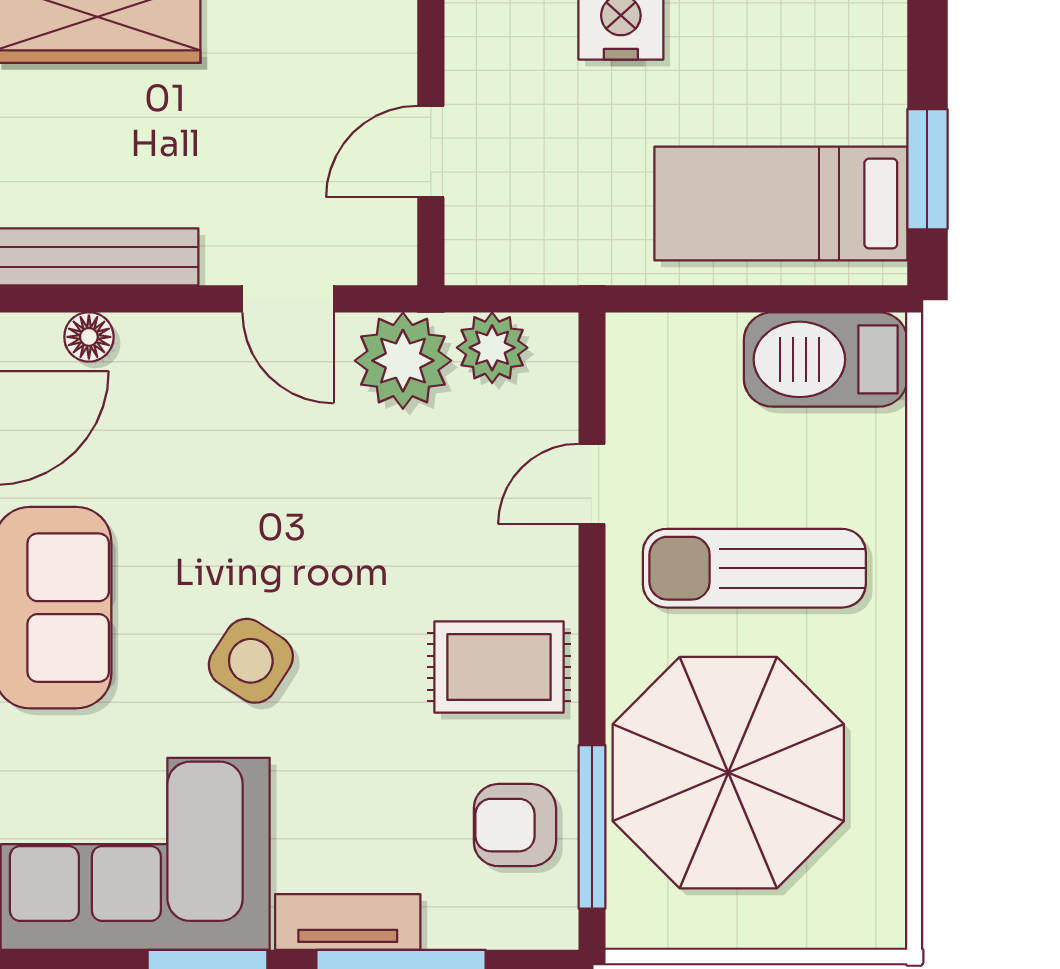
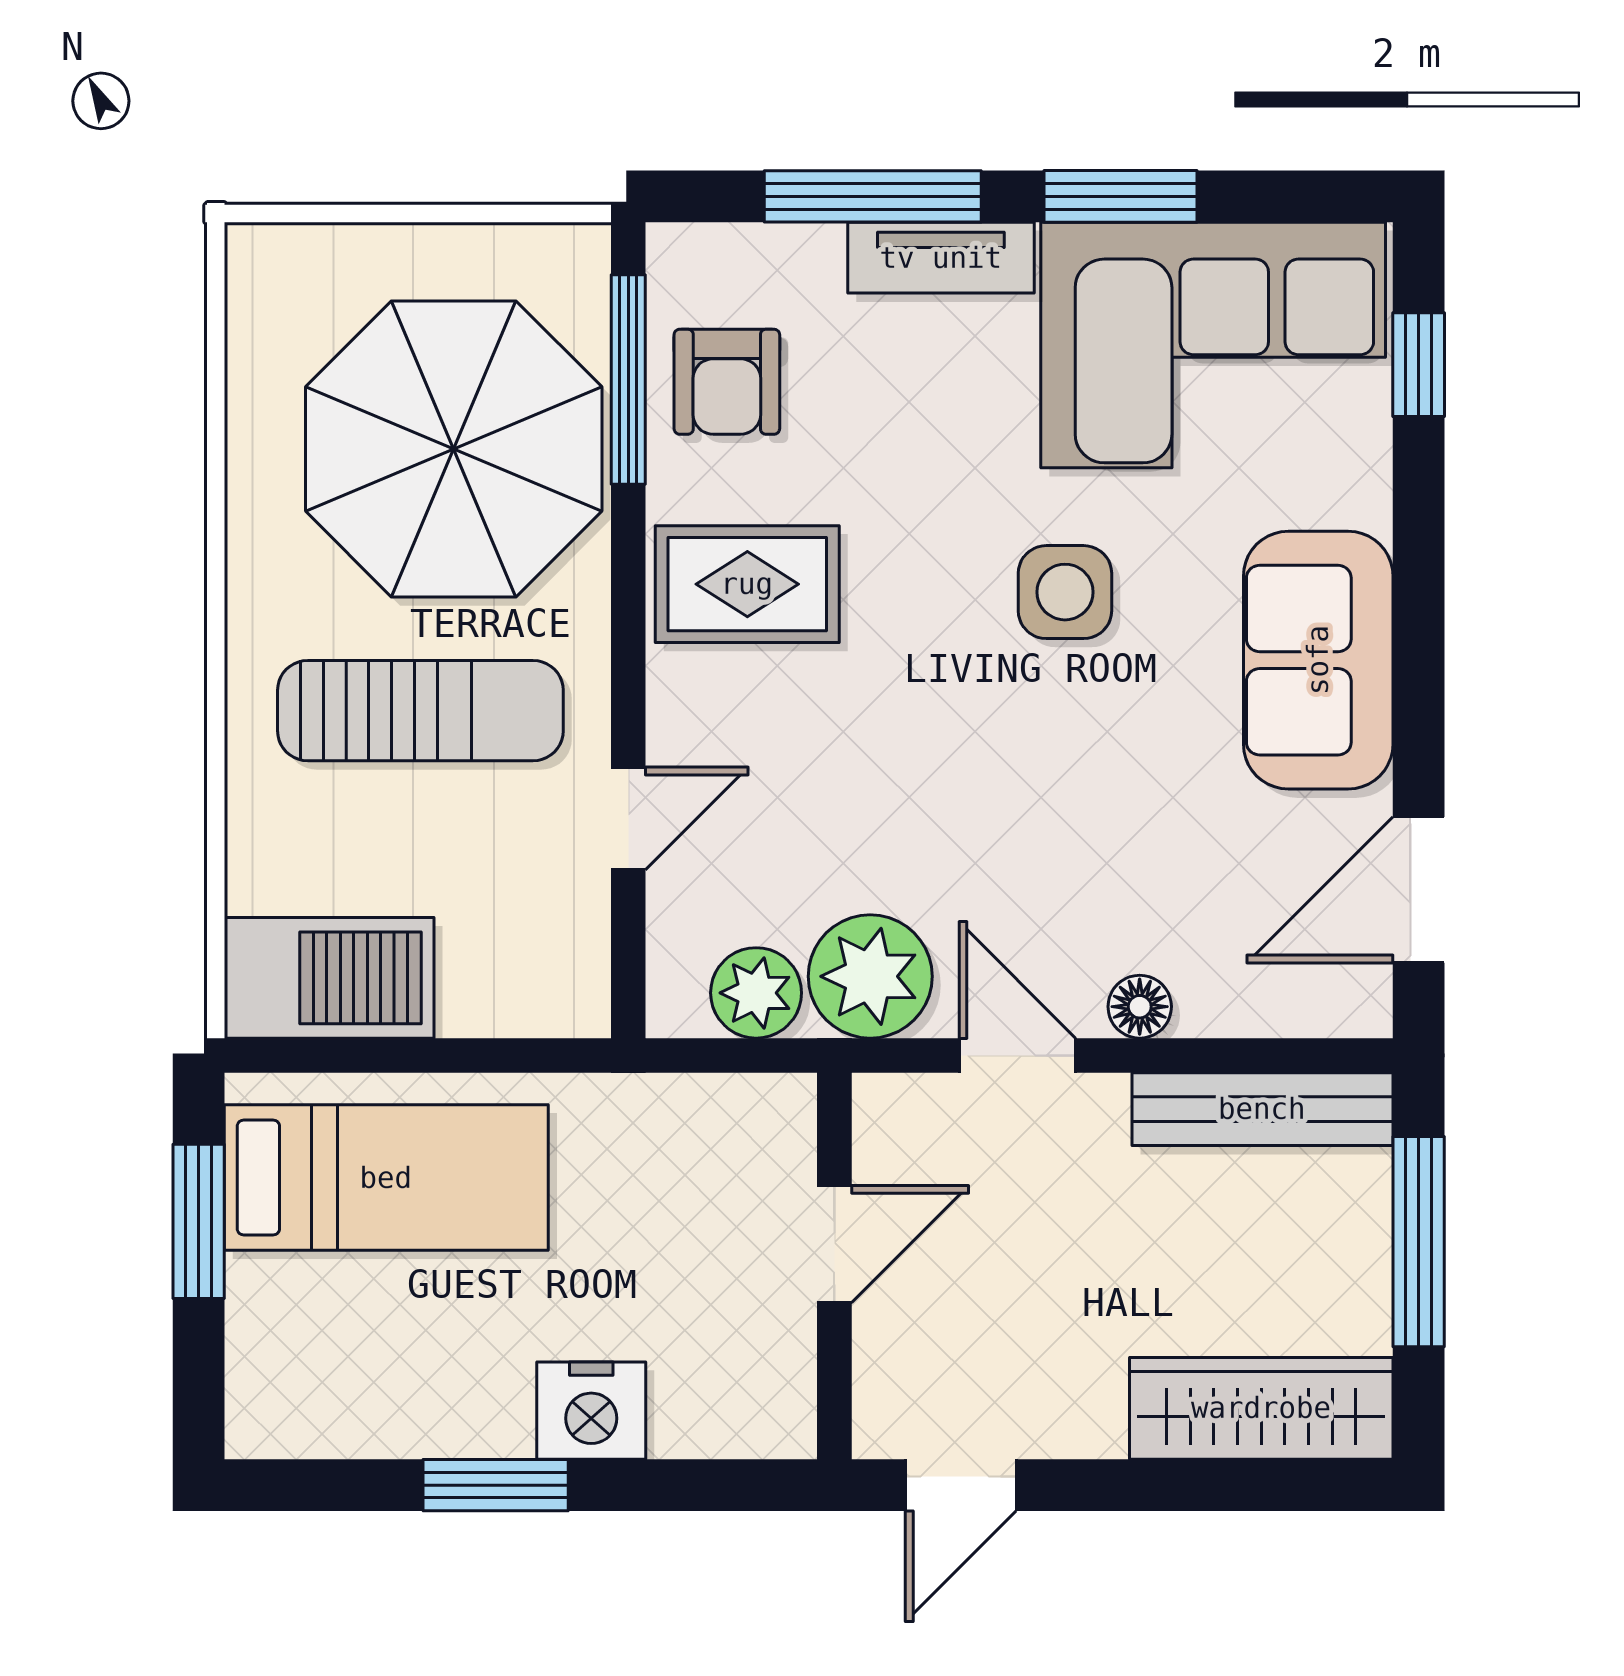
floor lamp: (89, 337) -> (1140, 1007), moved
side table: (251, 661) -> (1065, 592), turned -33
armchair: (515, 825) -> (727, 382), turned 90

